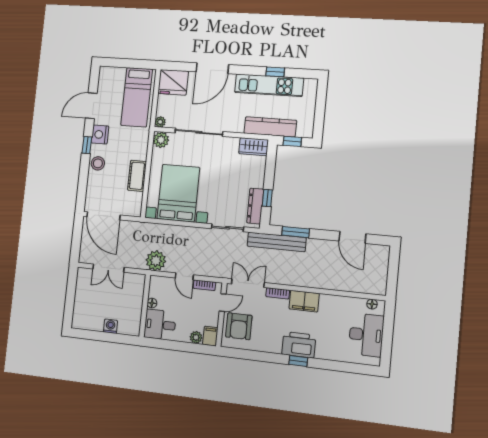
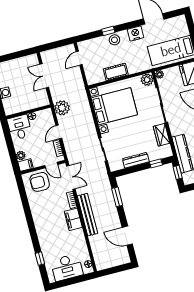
window: (87, 145) -> (108, 31), moved
wardrobe: (254, 147) -> (162, 135), moved
window: (267, 198) -> (156, 163), moved
dresser: (255, 206) -> (136, 160), moved
door: (103, 216) -> (79, 58), width x0.53
door: (352, 237) -> (127, 236), hinge flipped
bench: (277, 242) -> (88, 215), moved
printer: (299, 345) -> (43, 226), removed
window: (298, 361) -> (40, 259), moved

